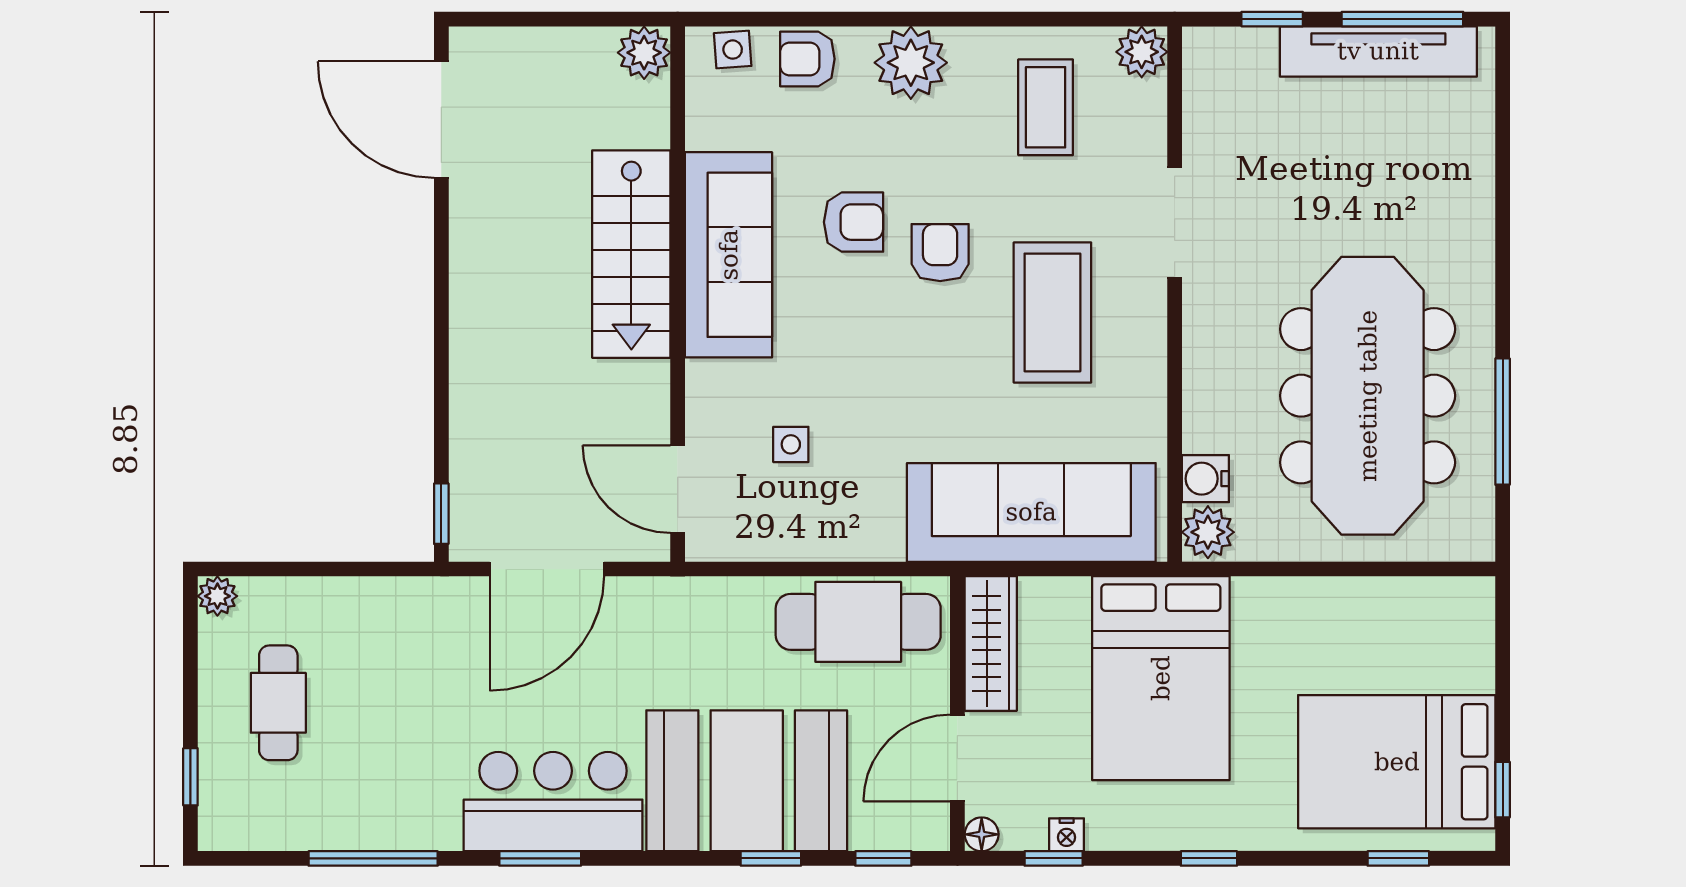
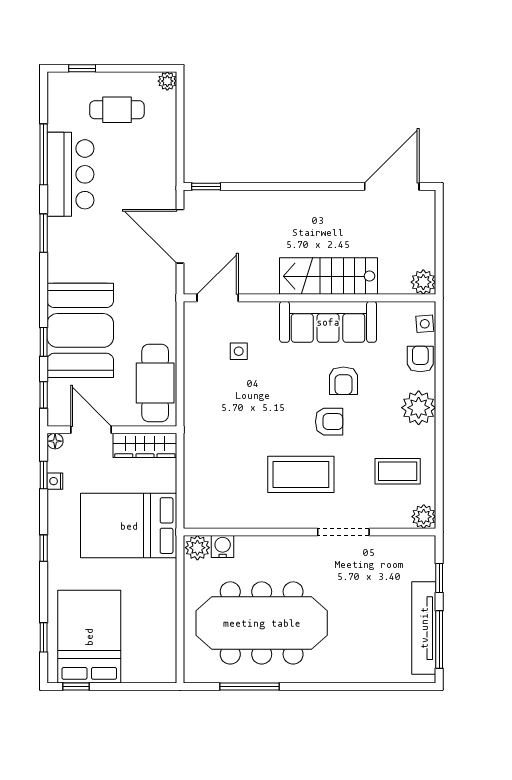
sofa: (1031, 512) -> (207, 465), removed
bar counter: (553, 802) -> (70, 174), moved

